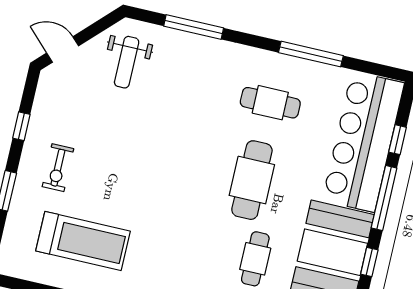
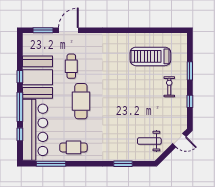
window: (194, 27) -> (123, 164), width x0.69
window: (311, 54) -> (51, 164), moved
weight bench: (127, 62) -> (149, 141), turned -90
cafe table: (270, 103) -> (73, 147), moved

